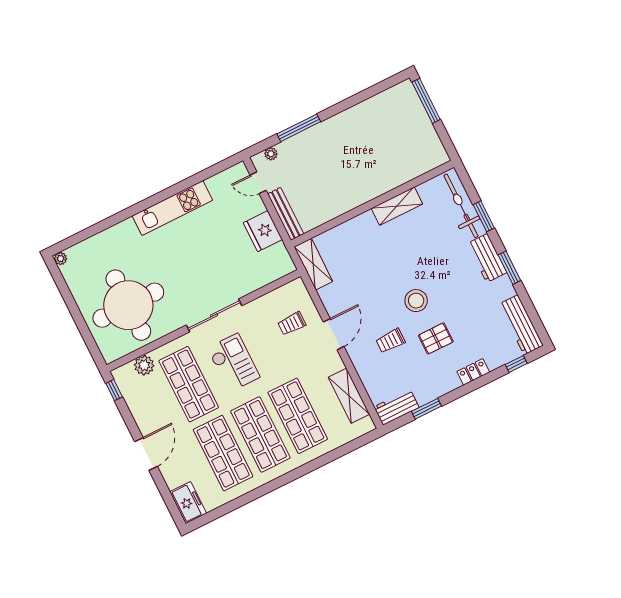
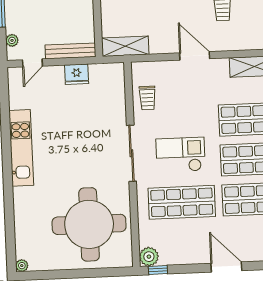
fridge: (263, 231) -> (77, 74), width x0.73, depth x0.75
trolley: (292, 324) -> (147, 98), moved
plant: (144, 365) -> (149, 257), moved

